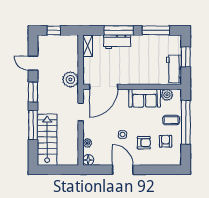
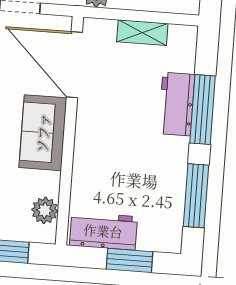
shelving: (88, 46) -> (142, 33), moved
sofa: (145, 98) -> (43, 133), moved

